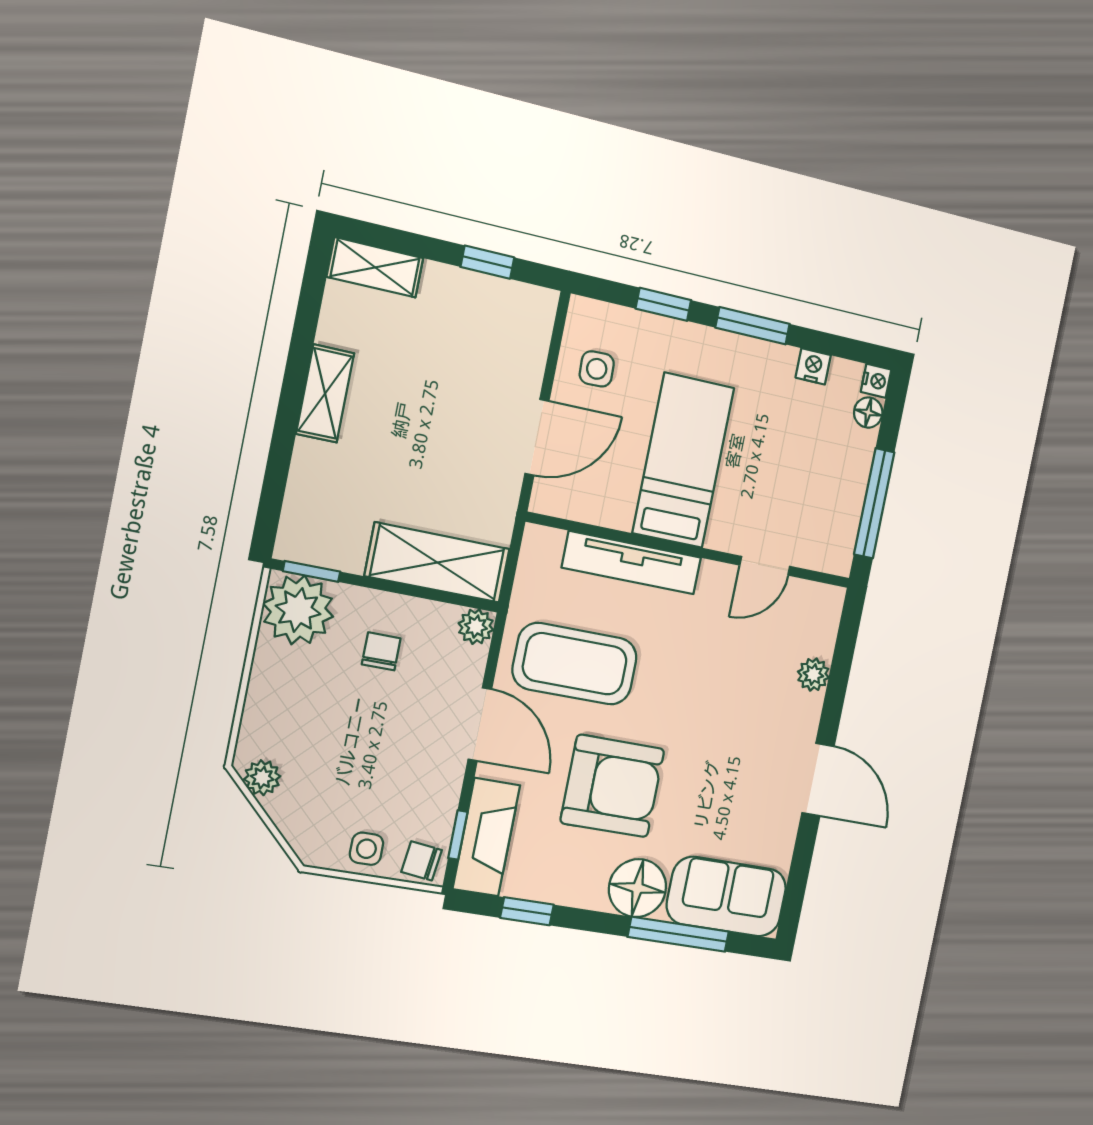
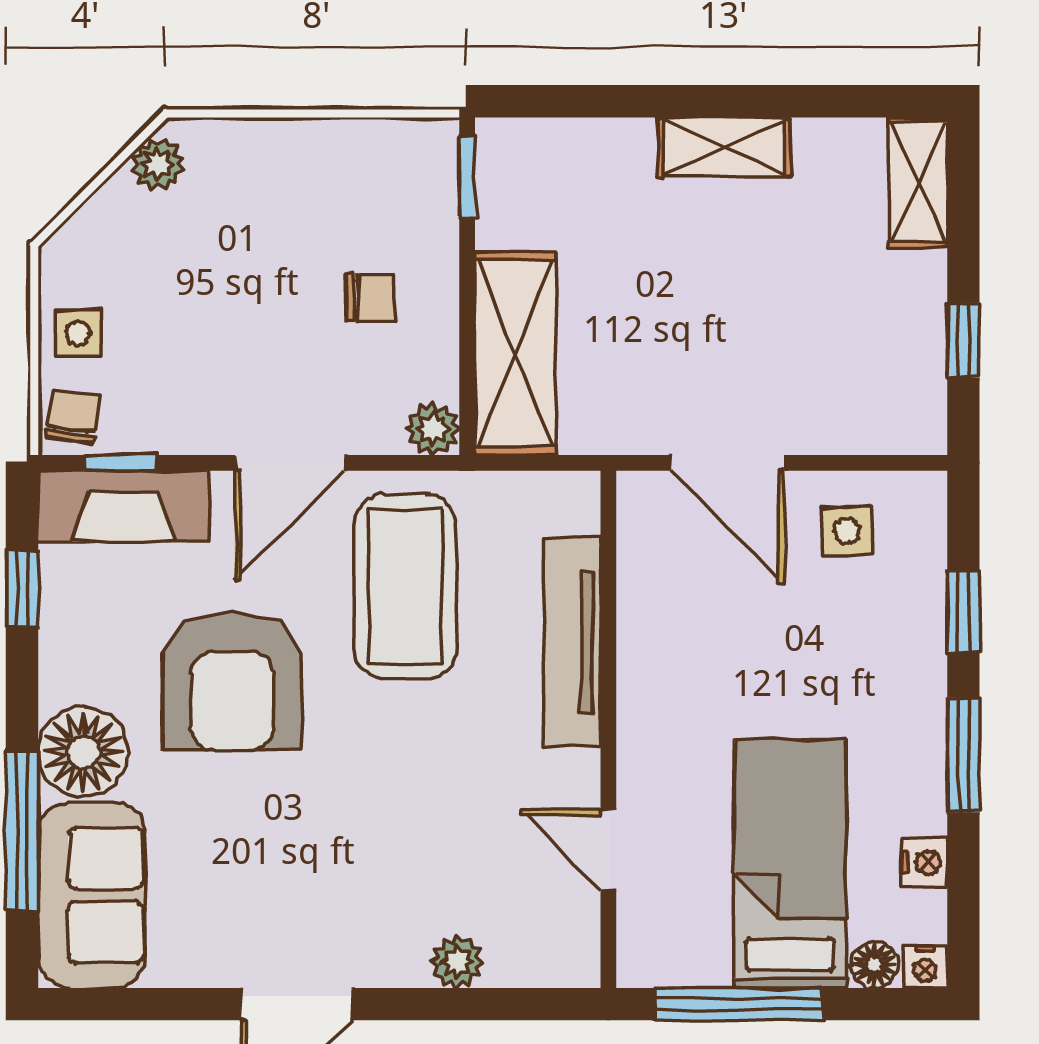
bed: (683, 460) -> (790, 864), moved, turned -90
plant: (298, 610) -> (408, 169), removed

